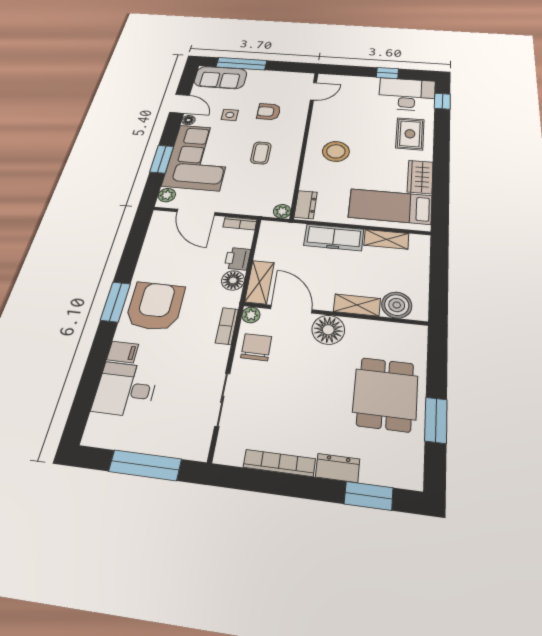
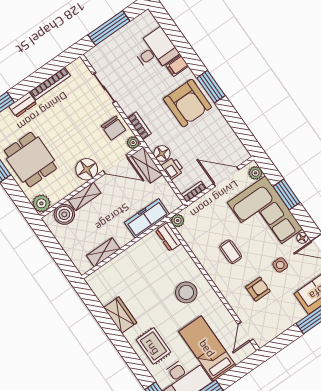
bed: (390, 206) -> (207, 348), moved, turned -90
freezer: (334, 237) -> (147, 218), moved
plant: (414, 336) -> (41, 203), added

